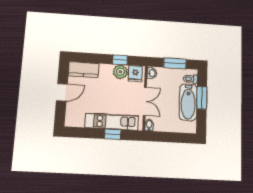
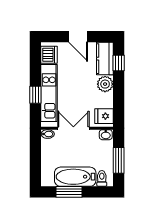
window: (120, 60) -> (119, 63), moved
plant: (120, 72) -> (105, 84), moved
window: (202, 98) -> (69, 192), moved
double door: (145, 101) -> (73, 128), swing flipped
dishwasher: (76, 120) -> (49, 55), added

